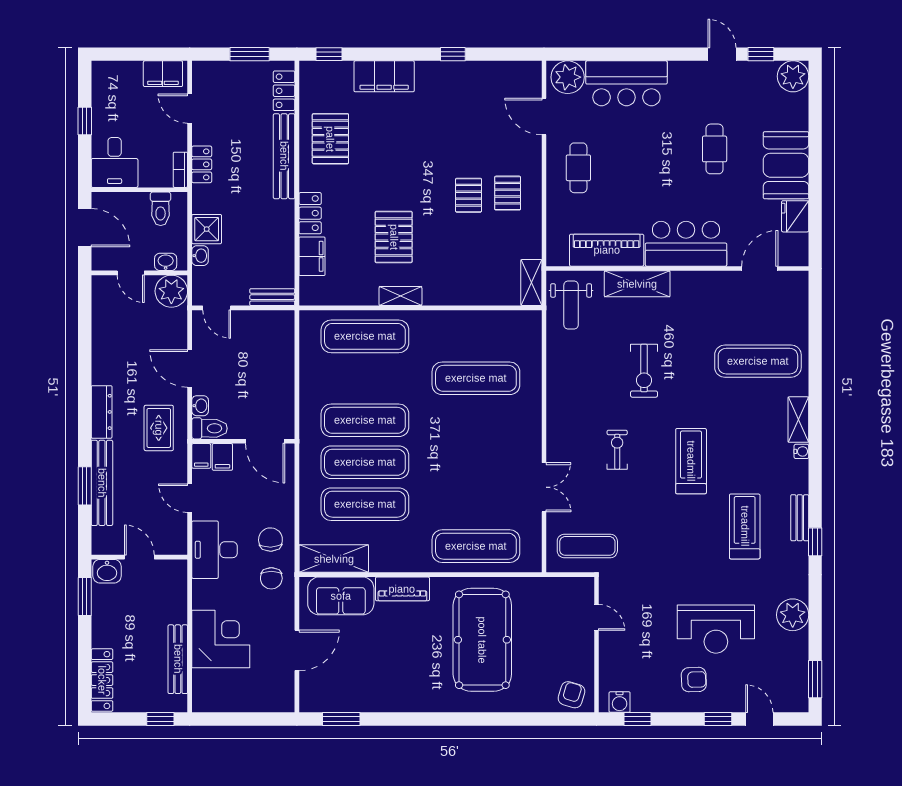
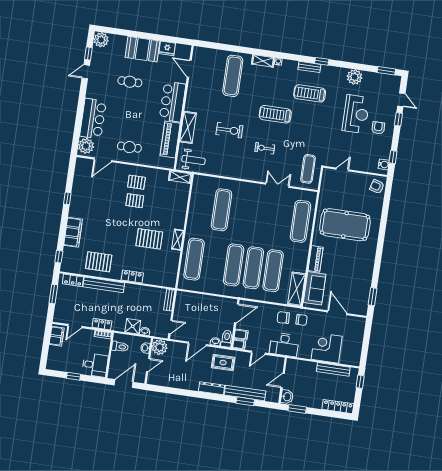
filing cabinet: (312, 256) -> (153, 279), removed
door: (759, 719) -> (401, 100), swing flipped

